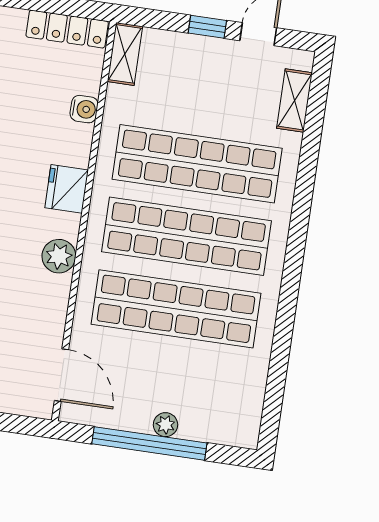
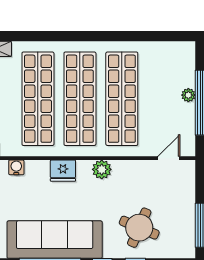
door: (62, 375) -> (169, 158), width x0.73

